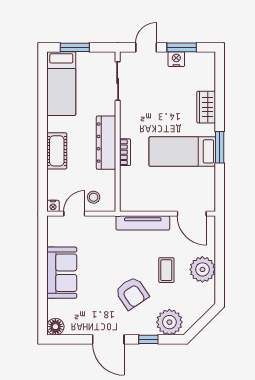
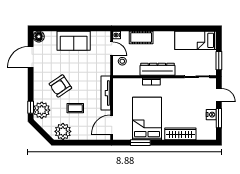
window: (75, 47) -> (219, 61), moved
wardrobe: (206, 107) -> (180, 134), width x1.50
window: (220, 147) -> (140, 143), moved
cot: (57, 151) -> (141, 38), moved
bed: (182, 151) -> (147, 118), width x1.50
plant: (202, 269) -> (63, 131), moved
door: (108, 339) -> (31, 57), moved
window: (148, 339) -> (31, 107), moved

